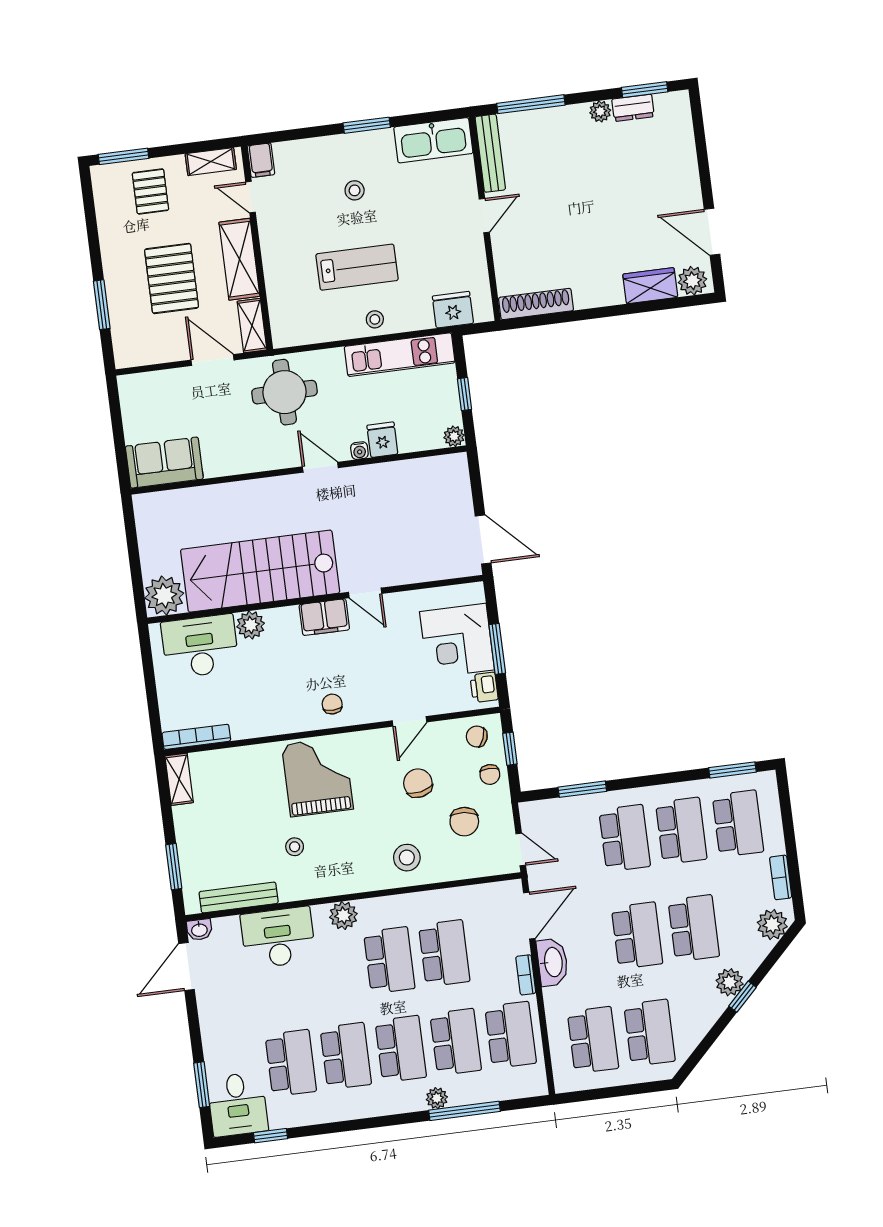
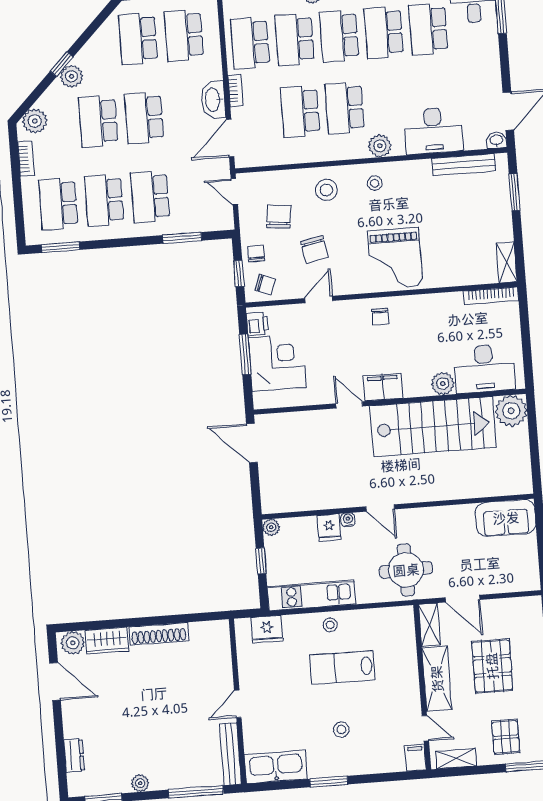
dresser: (633, 108) -> (74, 755), moved, turned 90
shoe rack: (536, 304) -> (159, 634), moved
stool: (295, 847) -> (375, 183), moved

